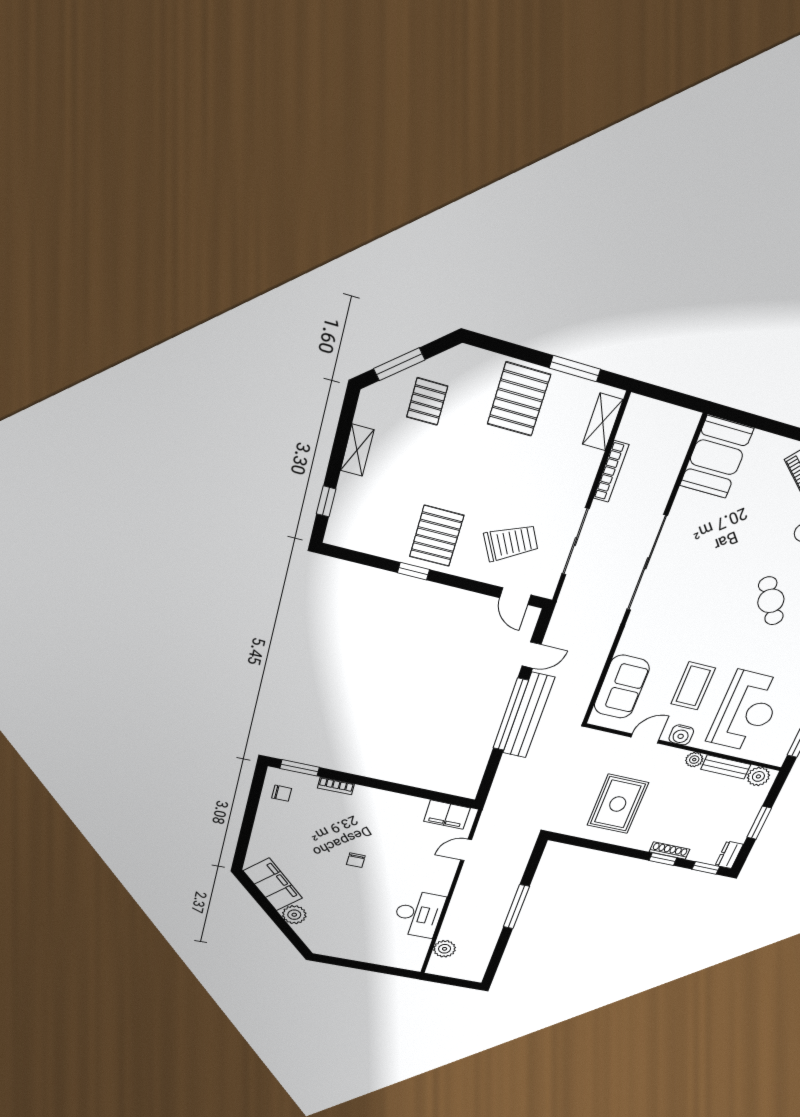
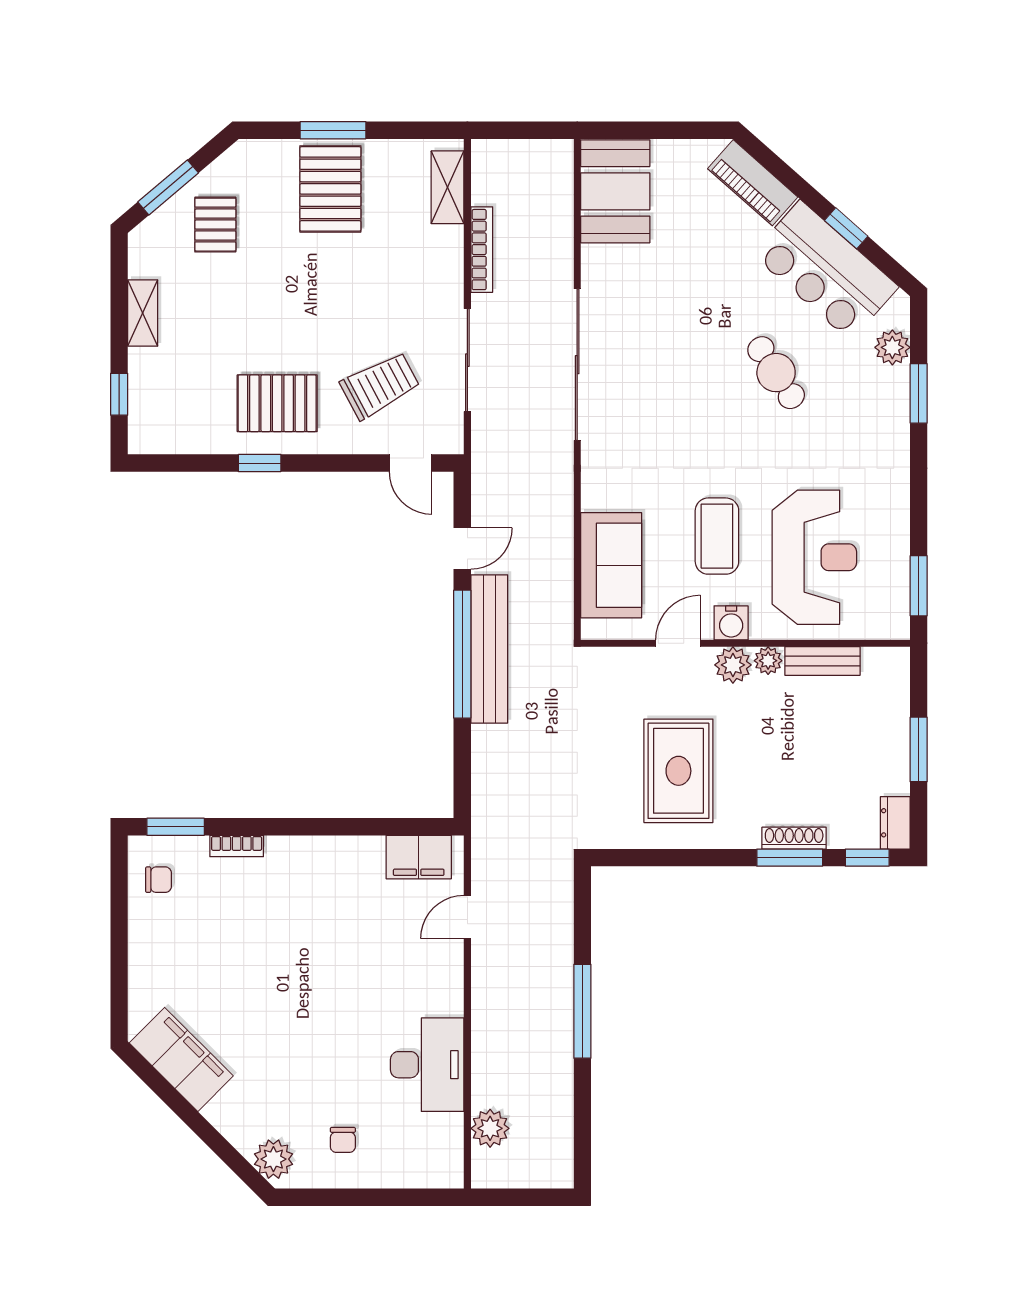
window: (575, 369) -> (333, 130), moved
pallet: (437, 536) -> (277, 403), turned 90
plant: (758, 776) -> (733, 665), moved
window: (663, 859) -> (790, 858), width x1.50
chair: (356, 860) -> (343, 1140), moved
plant: (294, 915) -> (273, 1159), moved

